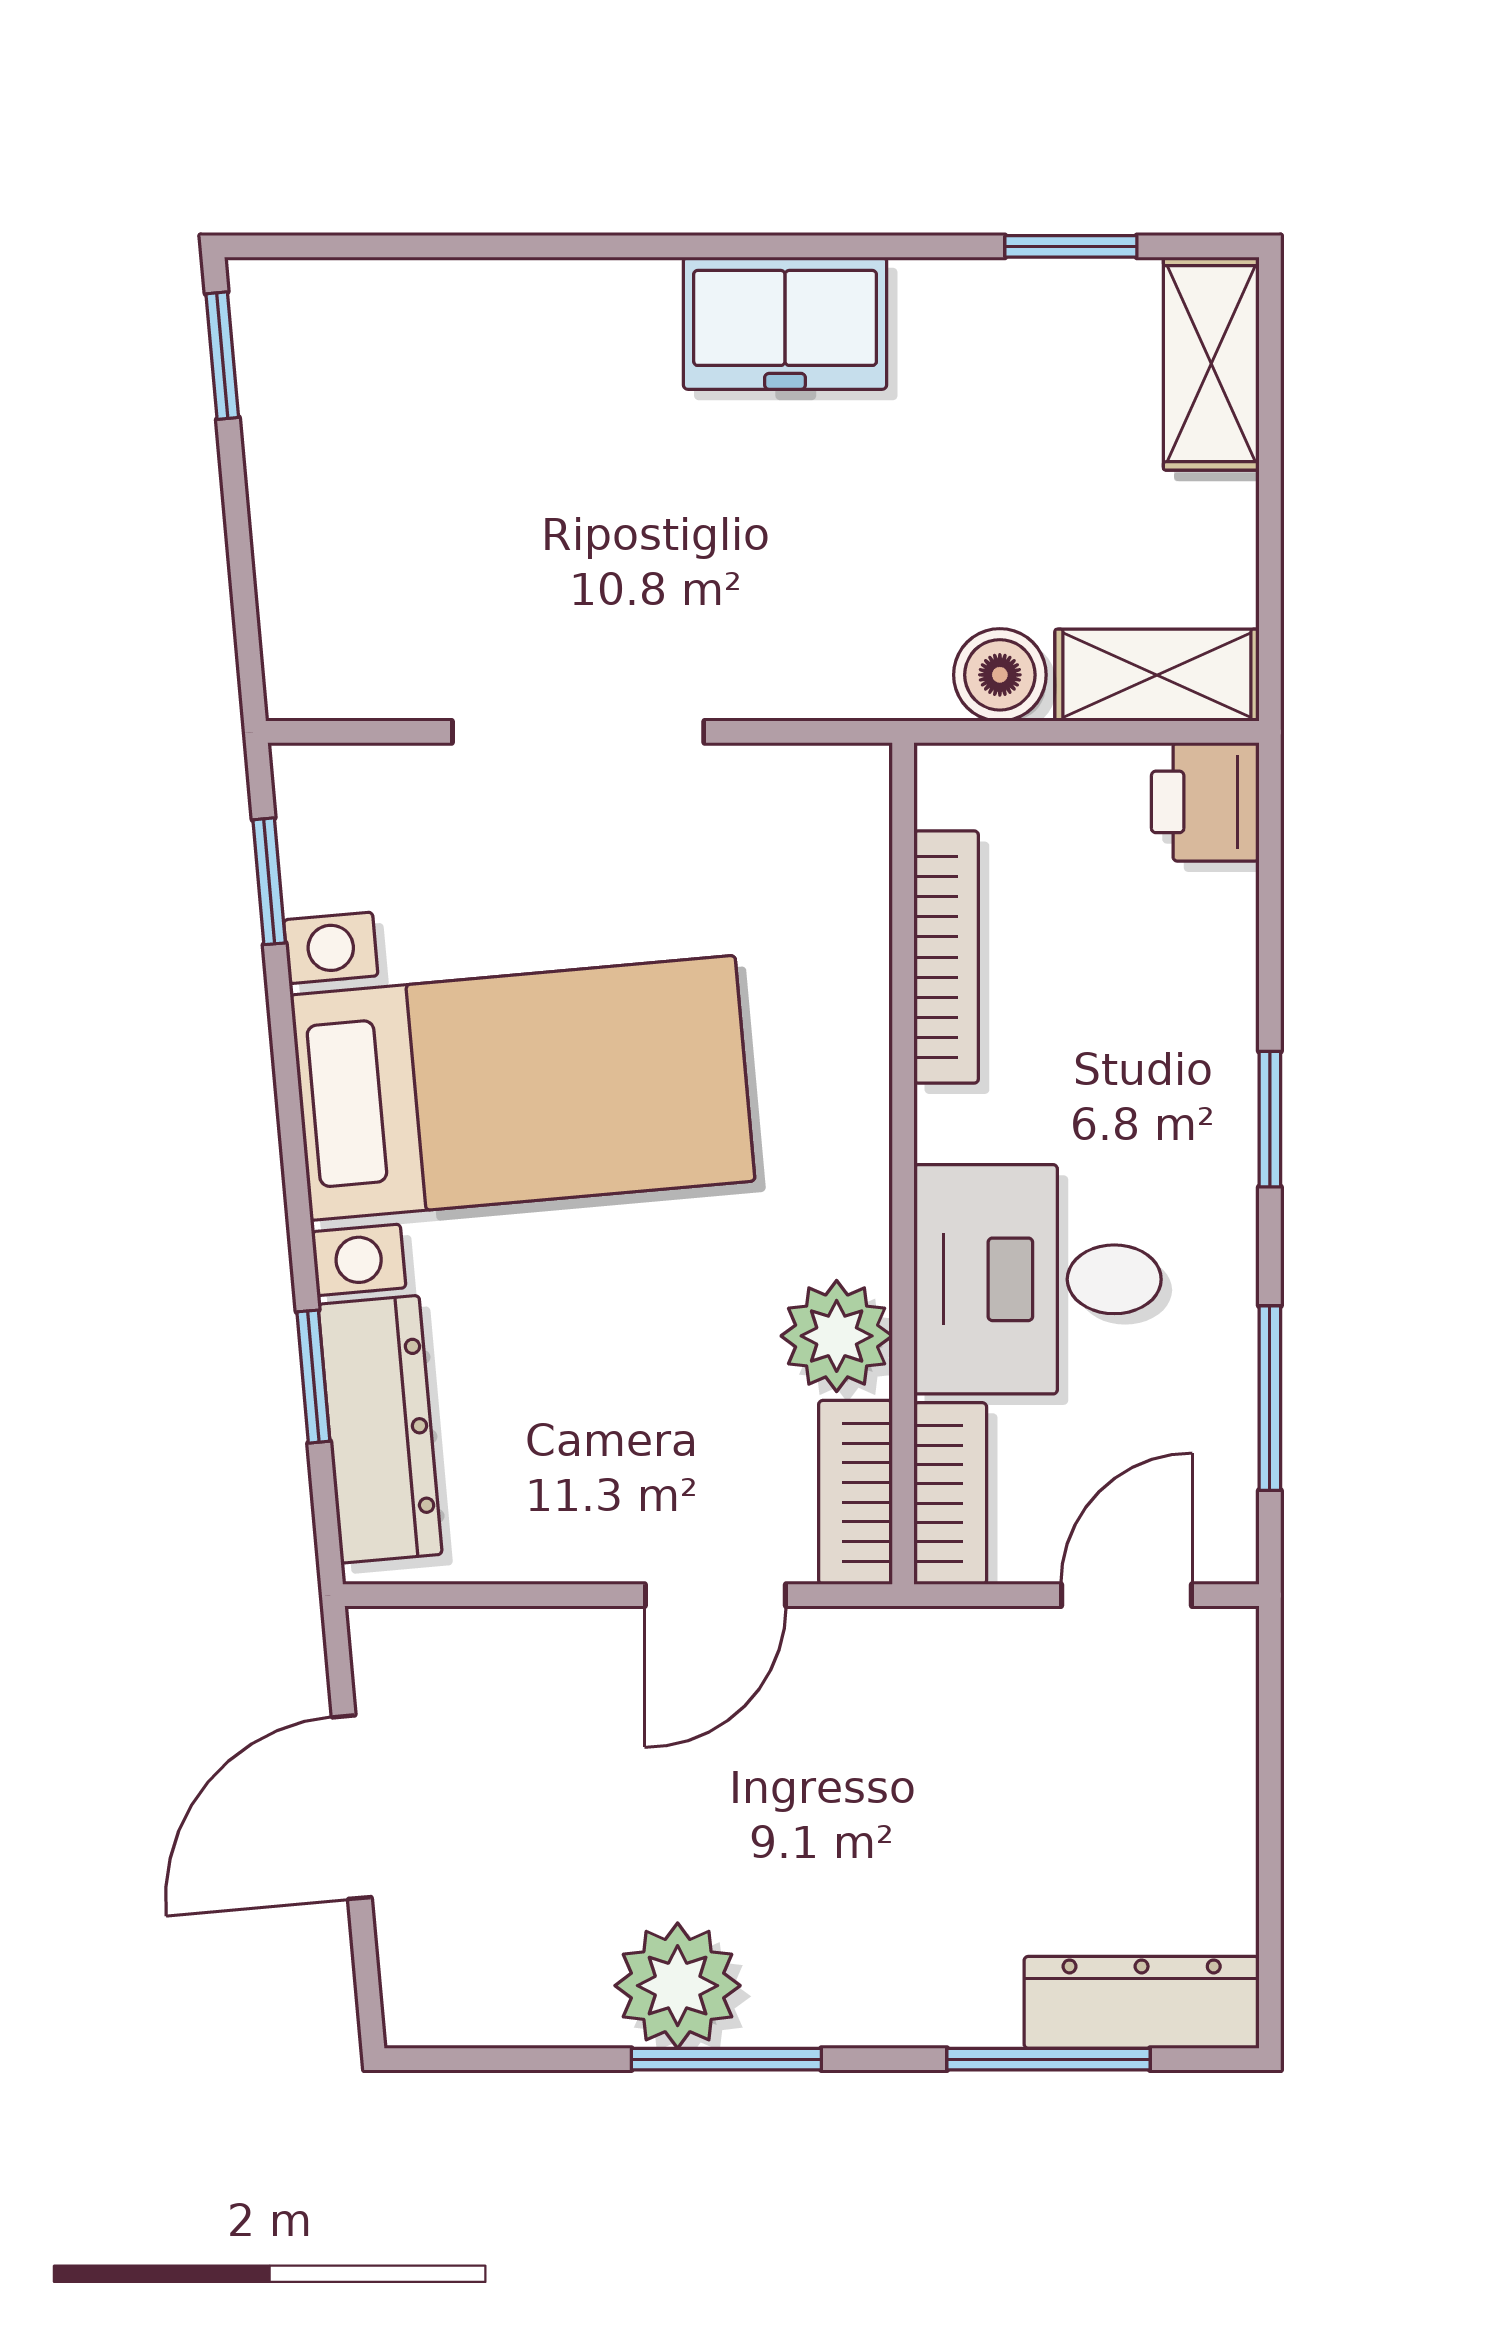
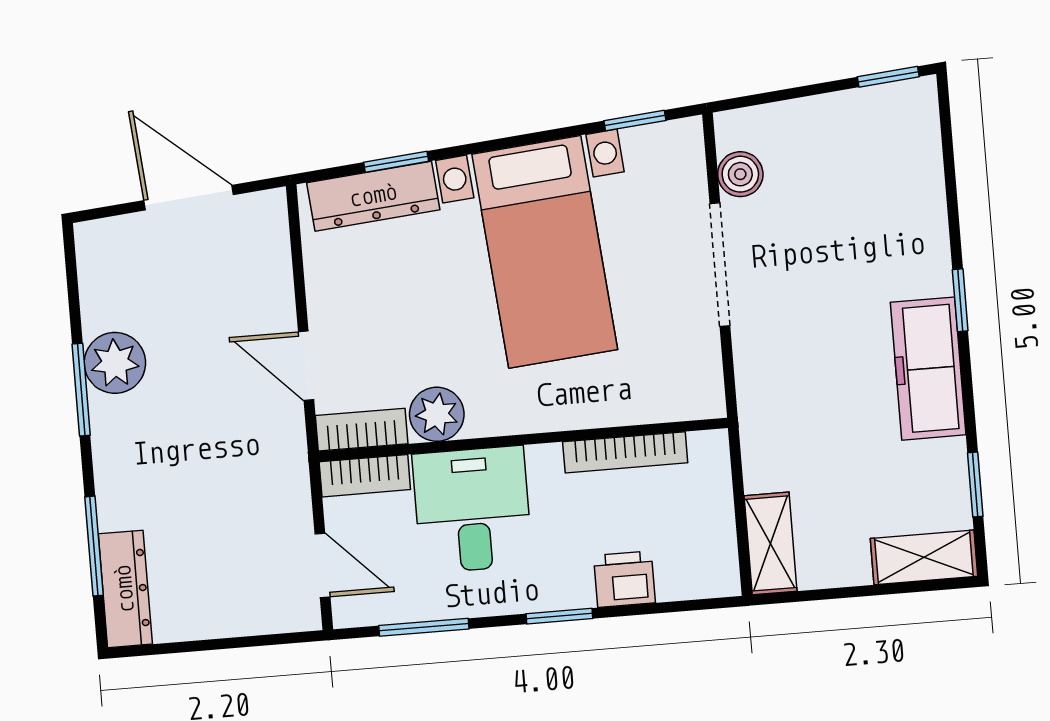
window: (691, 246) -> (960, 300), added
freezer: (785, 323) -> (928, 369), width x1.40
boiler: (1000, 675) -> (740, 174), moved
printer: (1205, 802) -> (624, 579), moved

